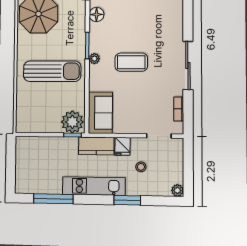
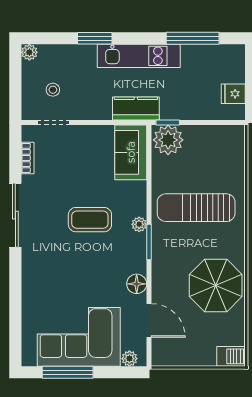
fridge: (122, 146) -> (233, 94), moved, turned -90
stool: (141, 167) -> (53, 90), moved

